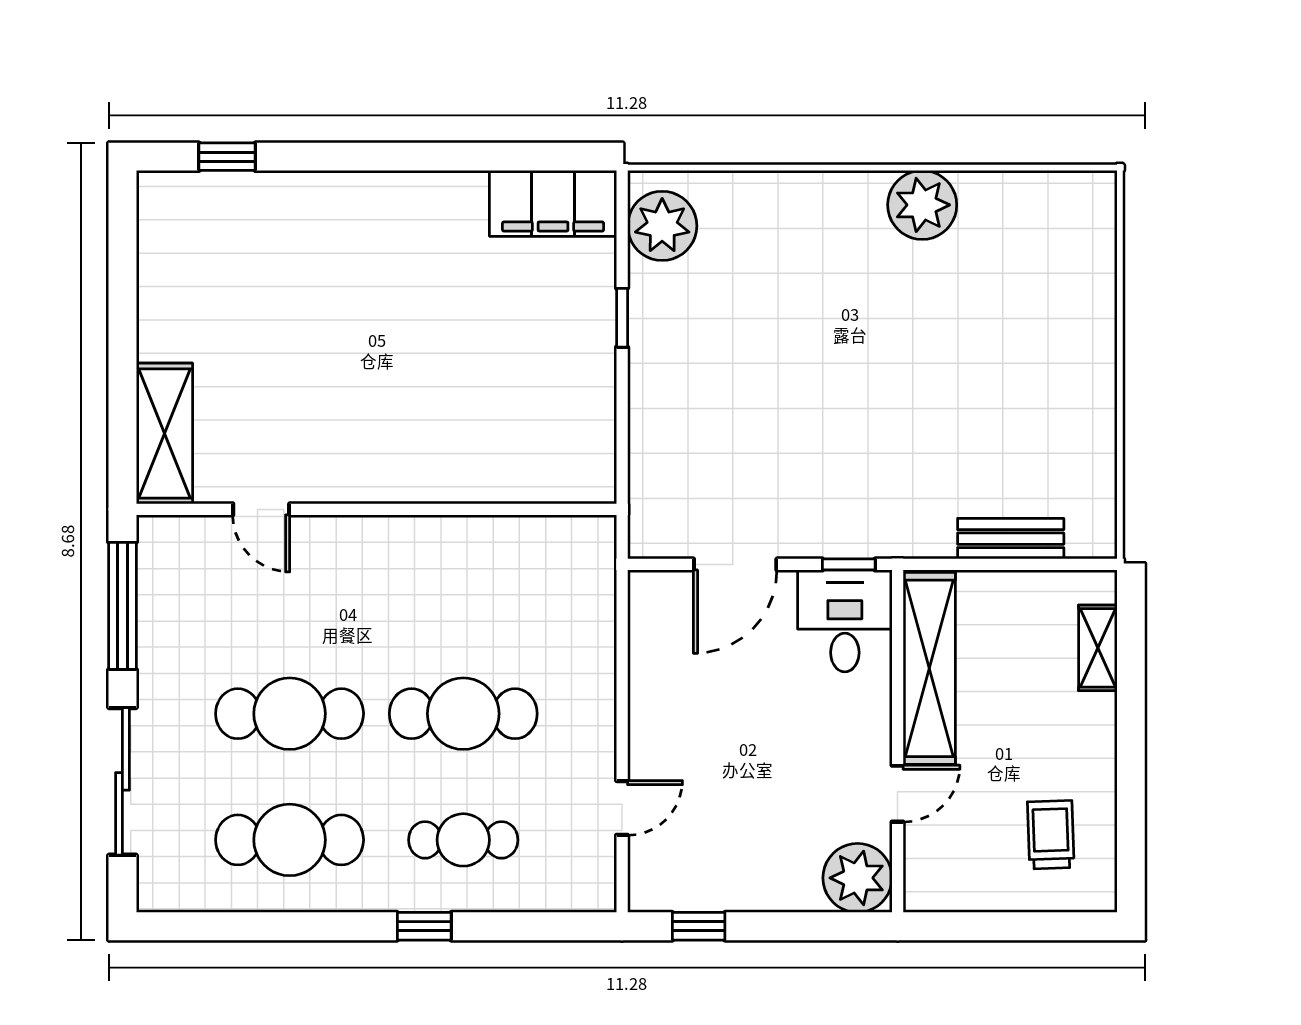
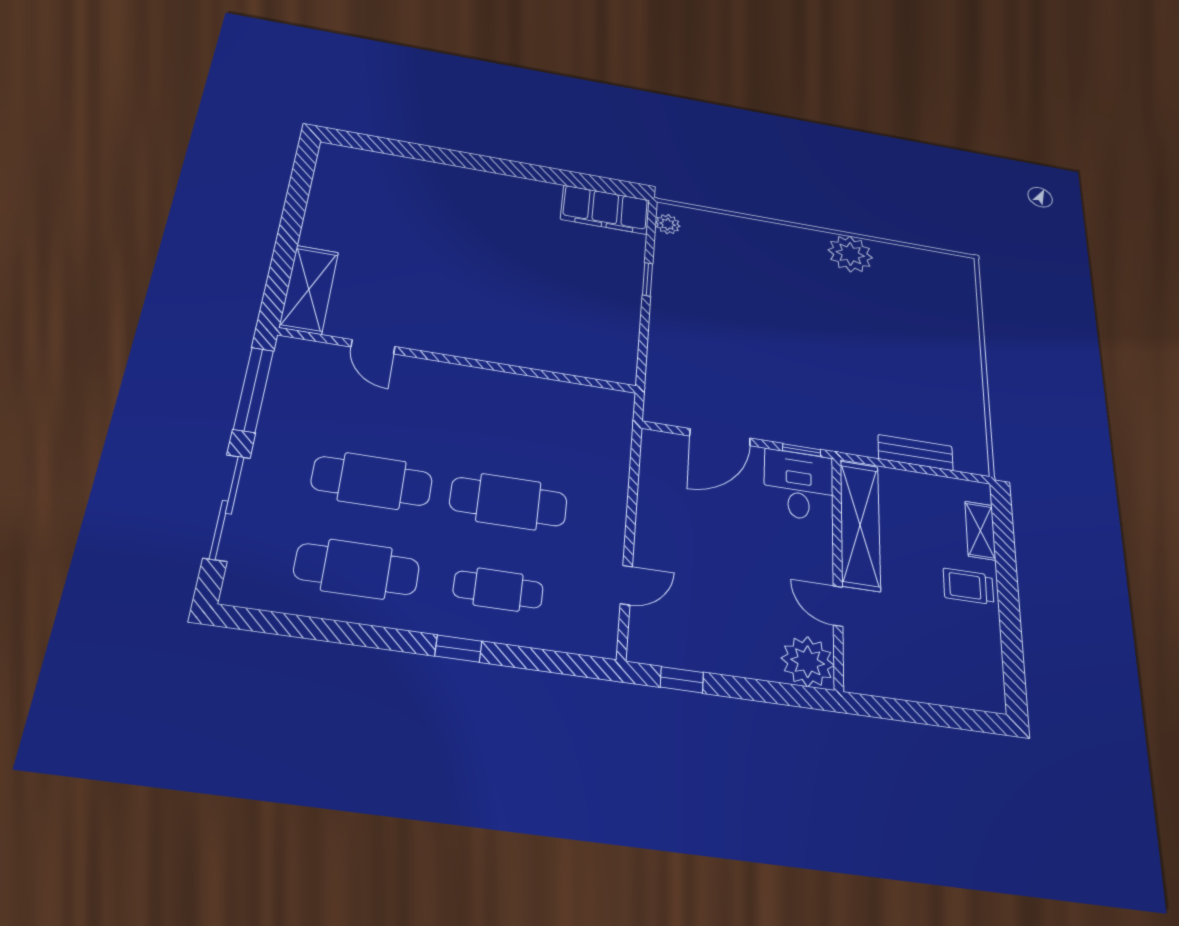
window: (227, 157) -> (385, 146), removed
plant: (662, 226) -> (668, 224), width x0.53, depth x0.53
door: (898, 794) -> (838, 606), swing flipped
trolley: (1051, 835) -> (968, 586), moved, turned -88

